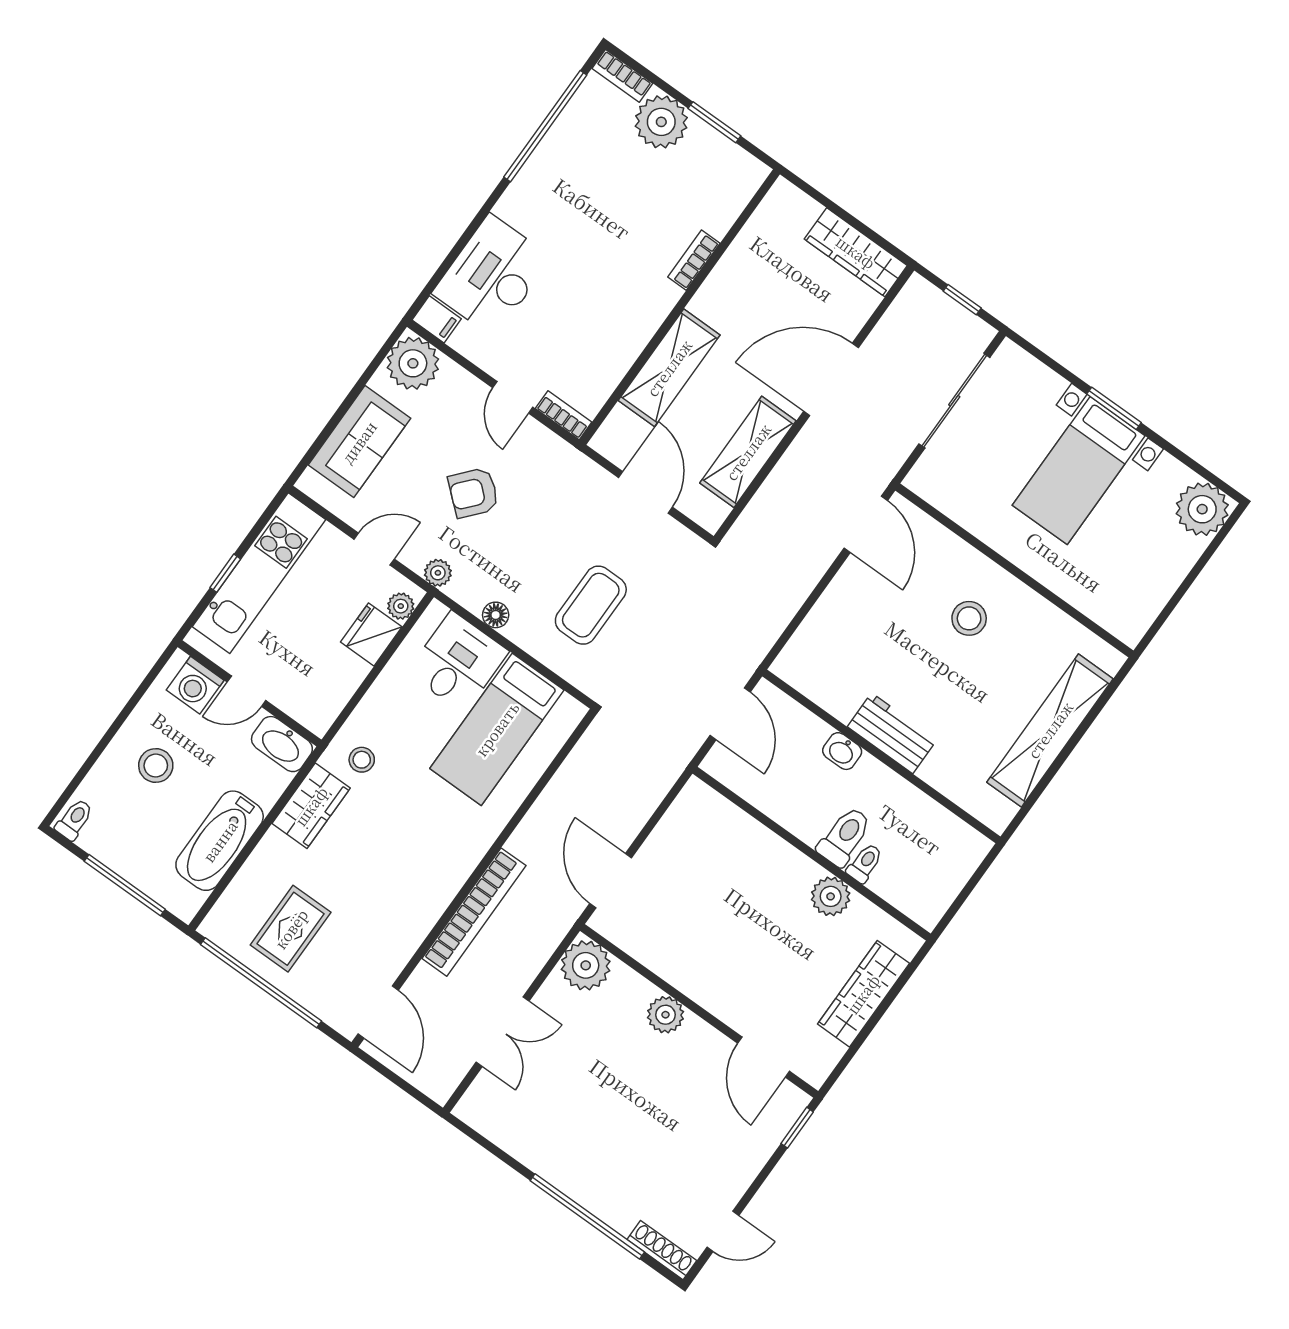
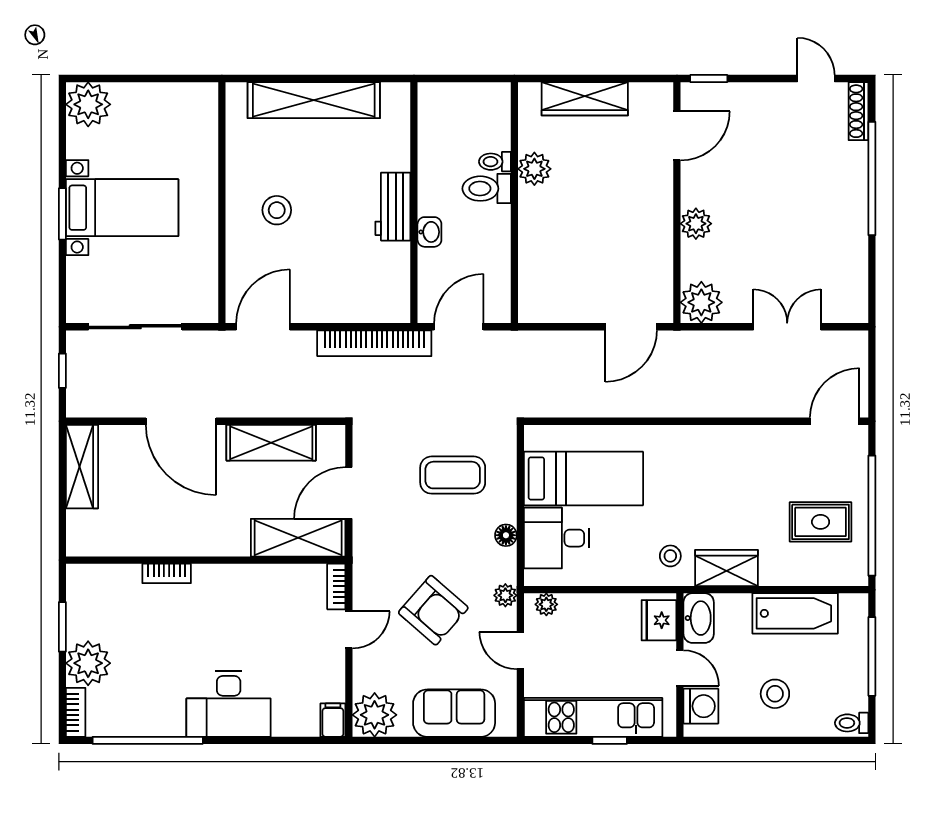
desk: (492, 276) -> (229, 704), moved
shelving: (669, 368) -> (298, 538), moved
armchair: (473, 493) -> (433, 610), width x1.38, depth x1.38
fridge: (371, 634) -> (659, 620), moved, turned 90
bookcase: (474, 912) -> (374, 343), moved, turned 180

